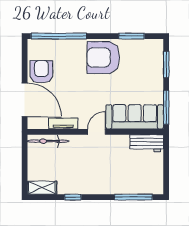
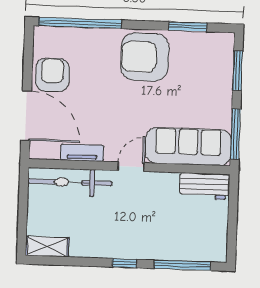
bicycle: (48, 141) -> (70, 182), width x1.37, depth x1.40
window: (73, 197) -> (125, 263), moved

